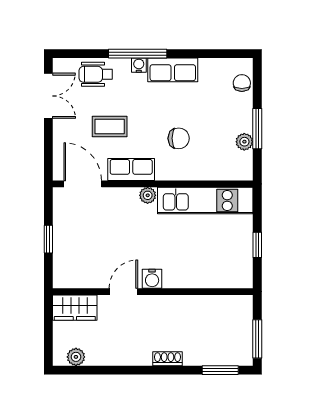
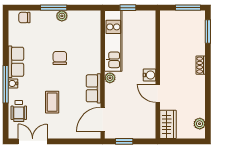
row of seats: (131, 170) -> (93, 88), moved
door: (83, 184) -> (103, 119), moved
wall: (153, 184) -> (103, 74), moved
plant: (148, 195) -> (110, 78), moved
kitchen unit: (205, 201) -> (113, 41), moved

